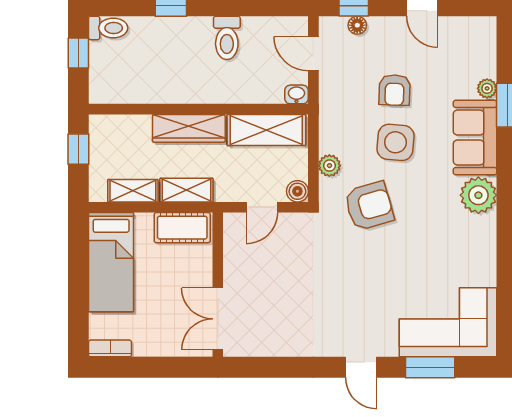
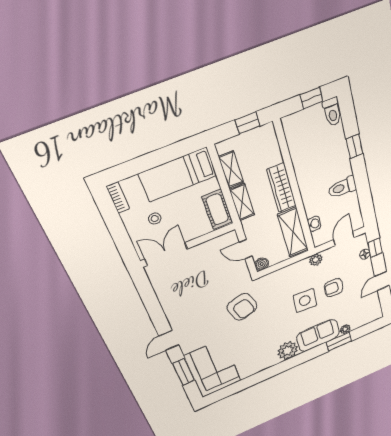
washbasin: (296, 94) -> (314, 224), moved
plant: (329, 166) -> (316, 260), moved
armchair: (369, 206) -> (242, 307), moved
stool: (159, 314) -> (155, 219), added

